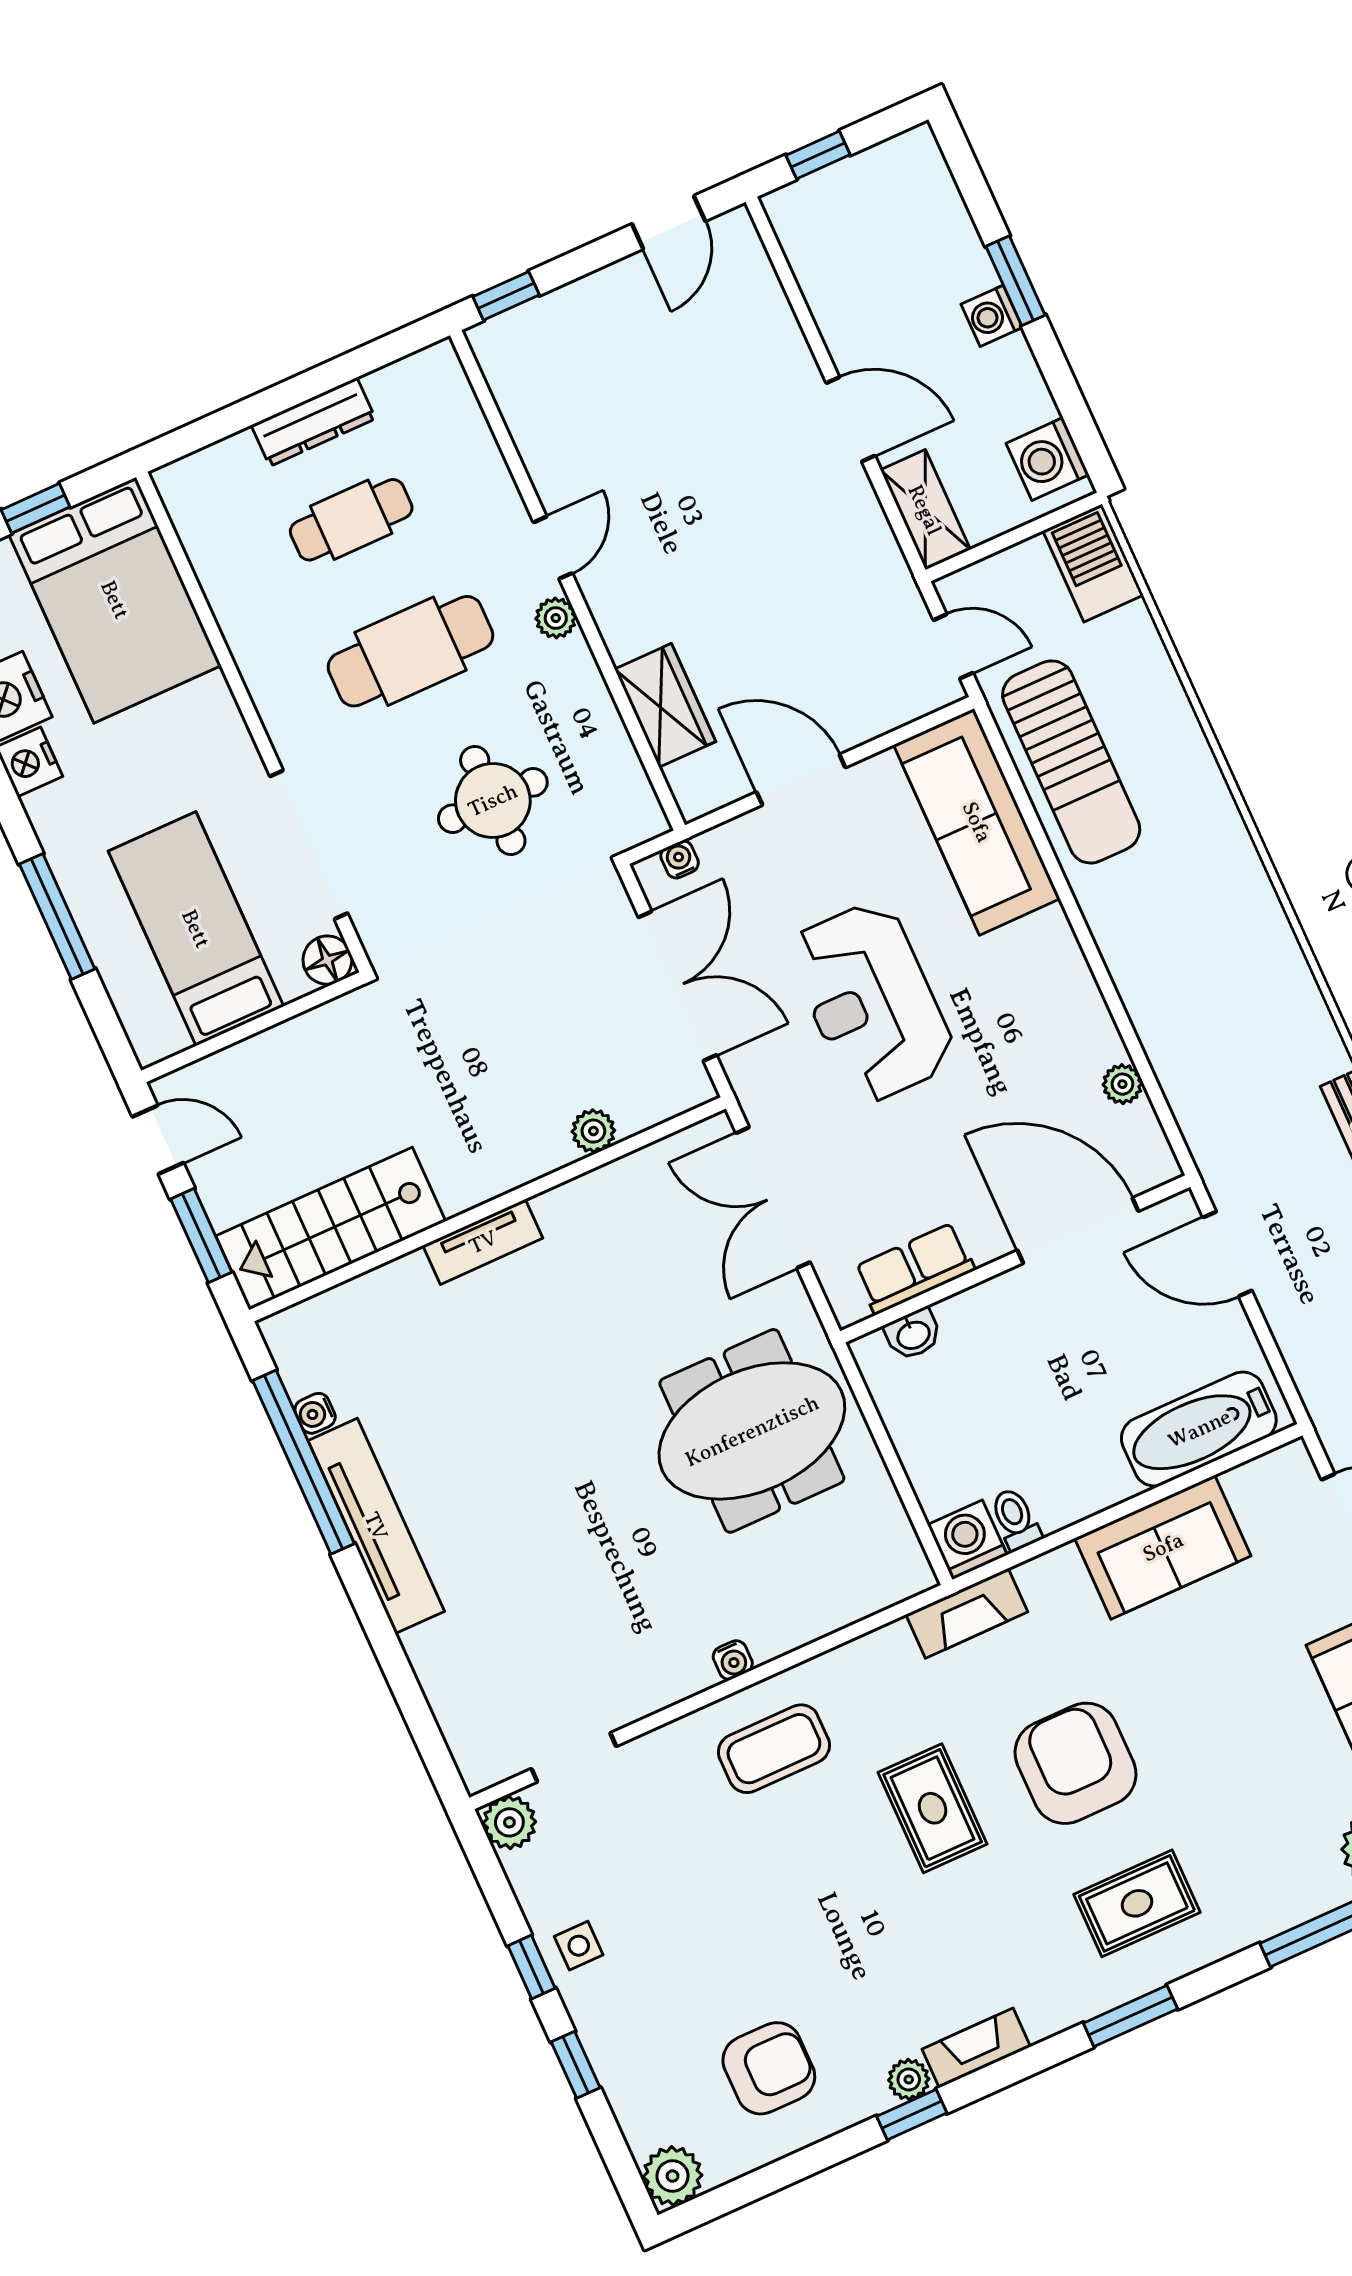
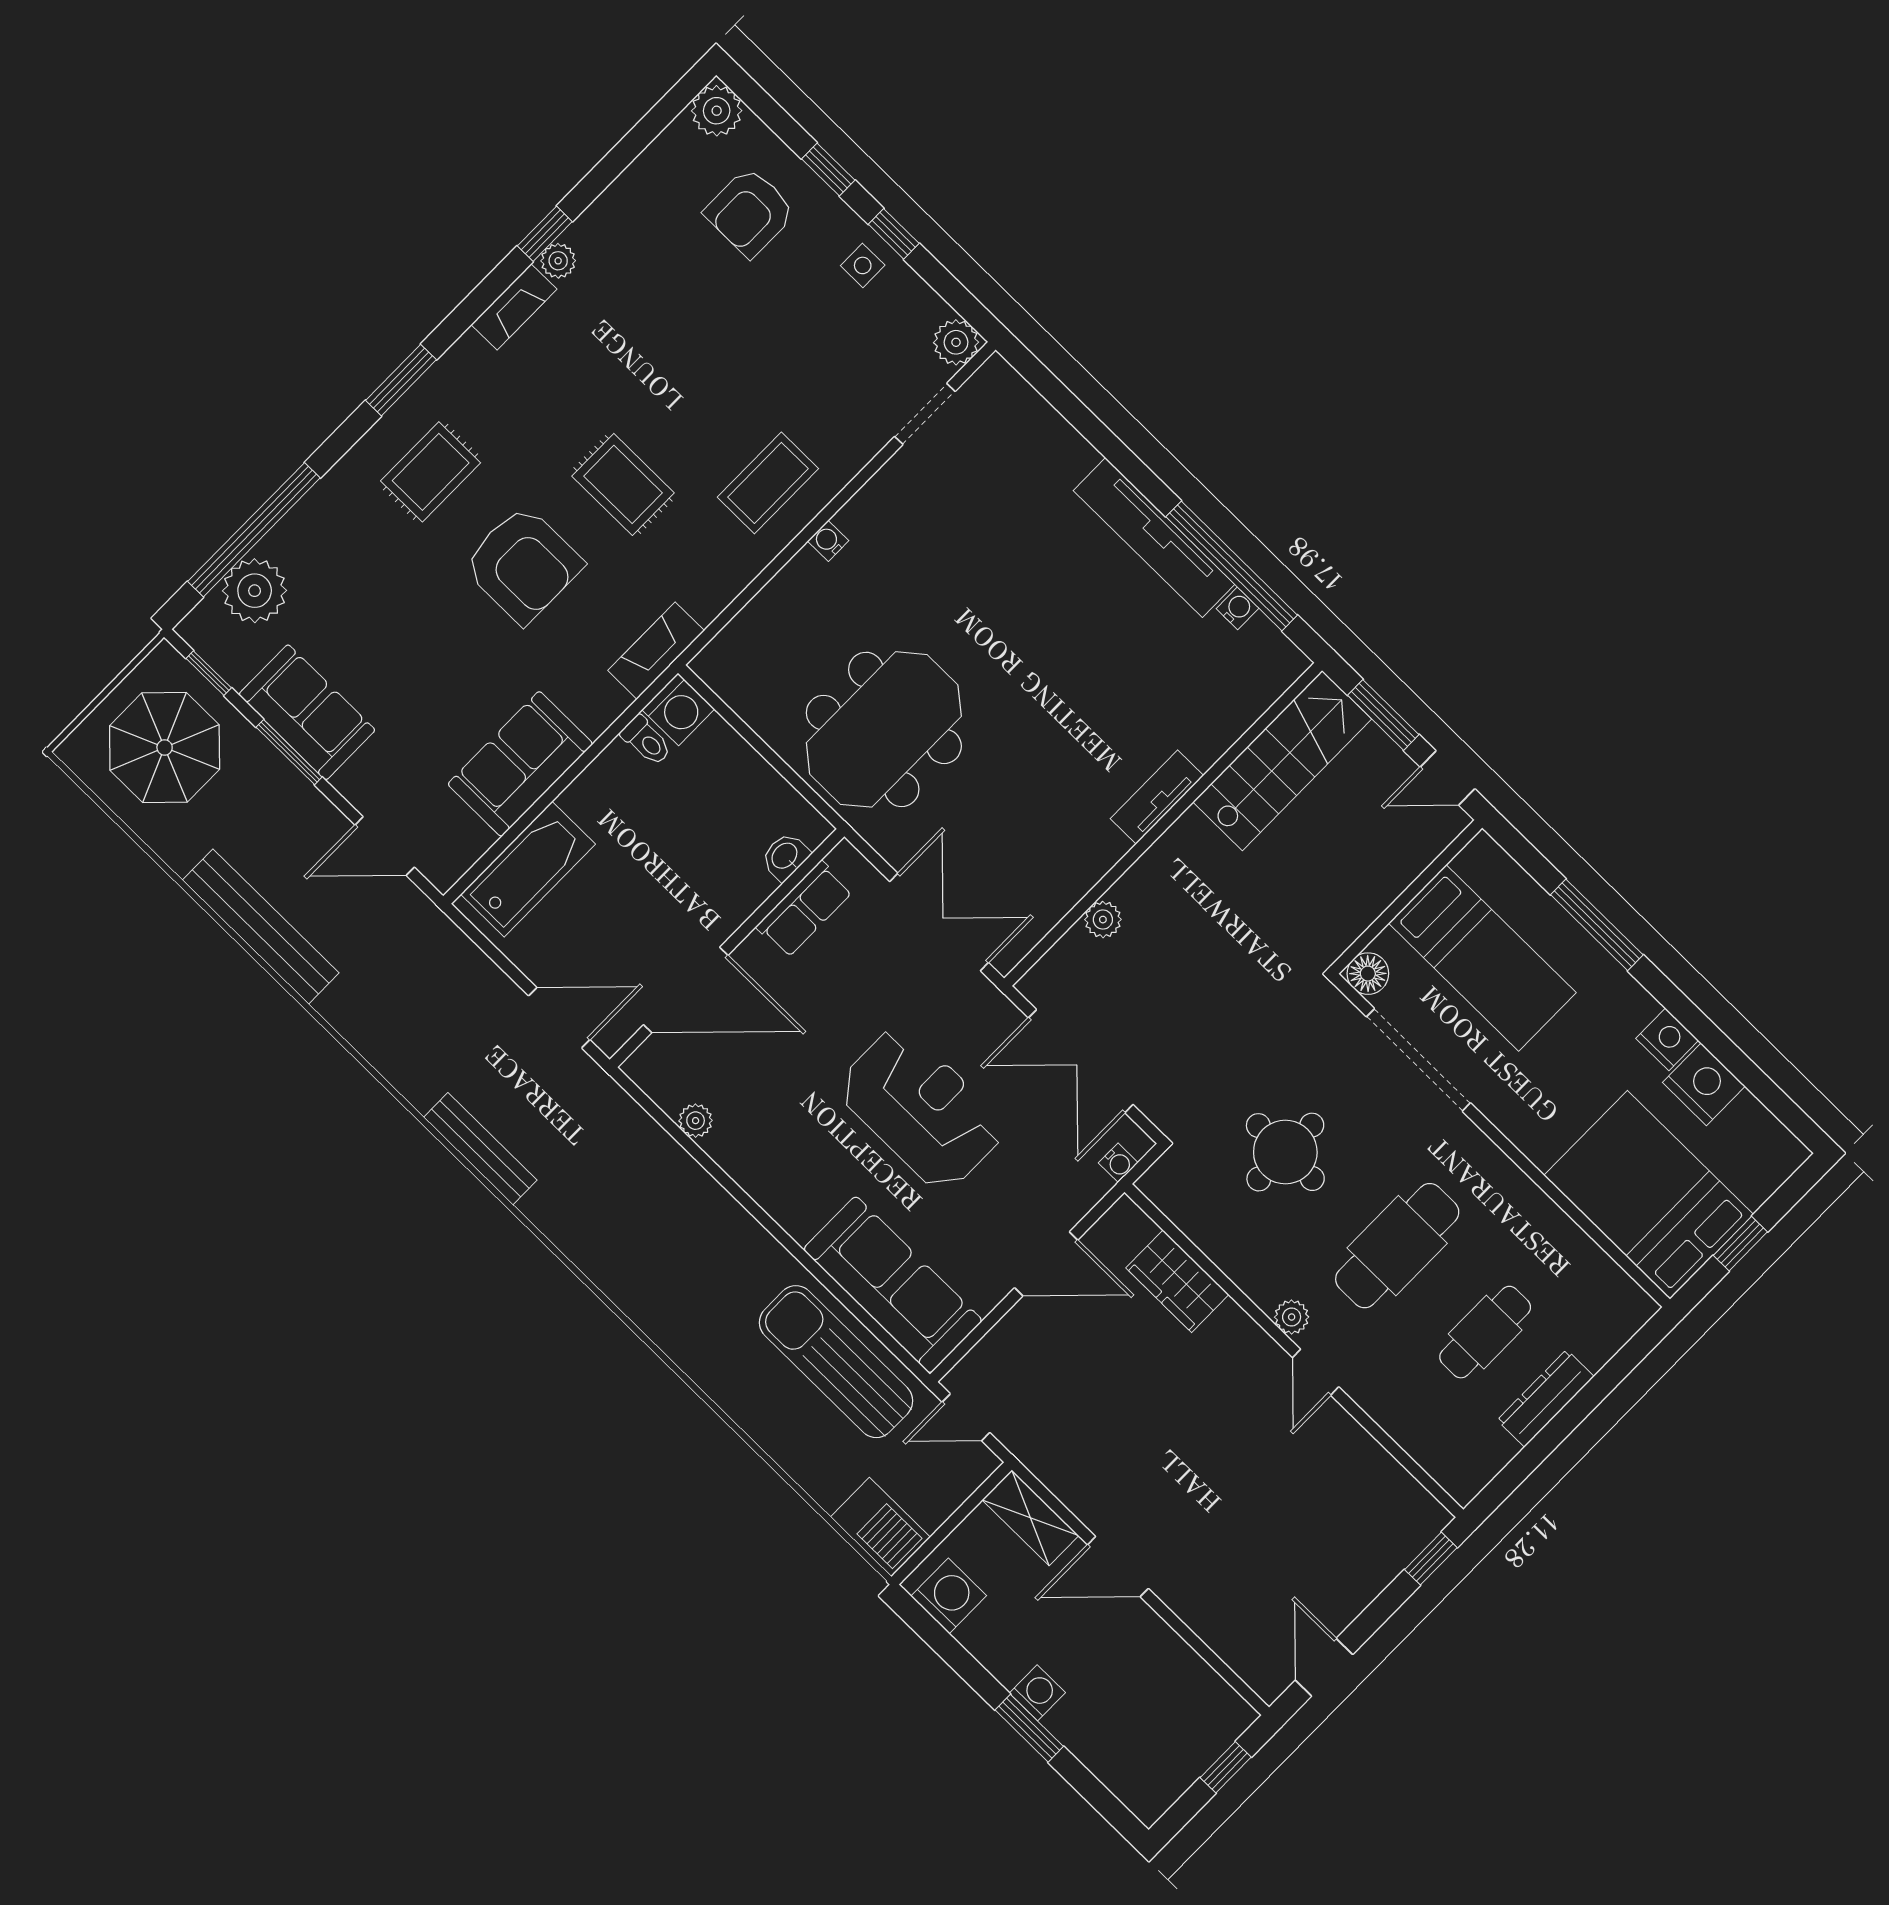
armchair: (769, 2068) -> (750, 212), moved

